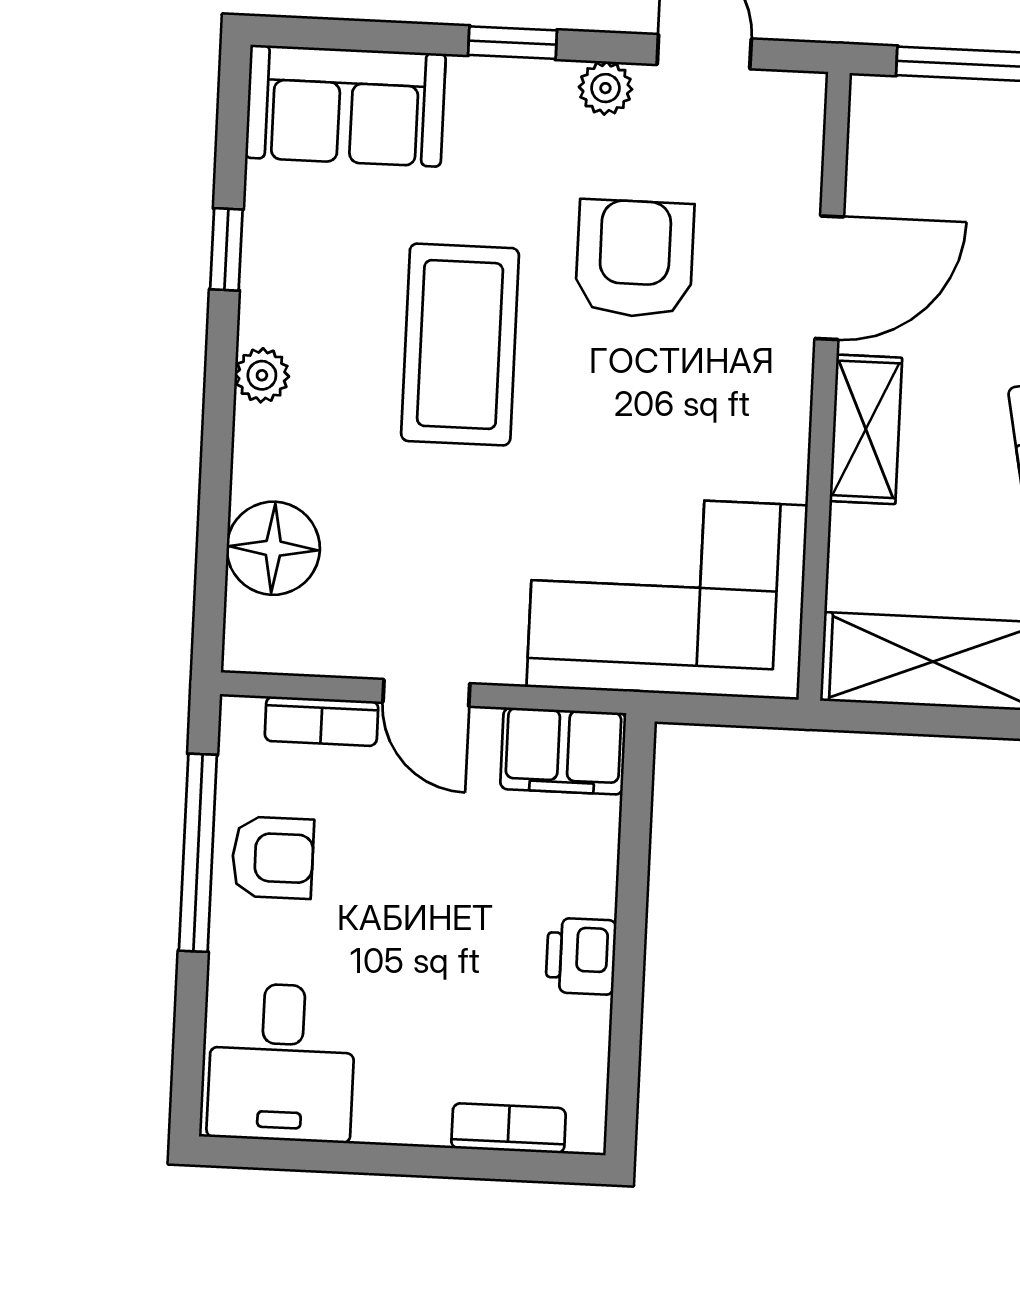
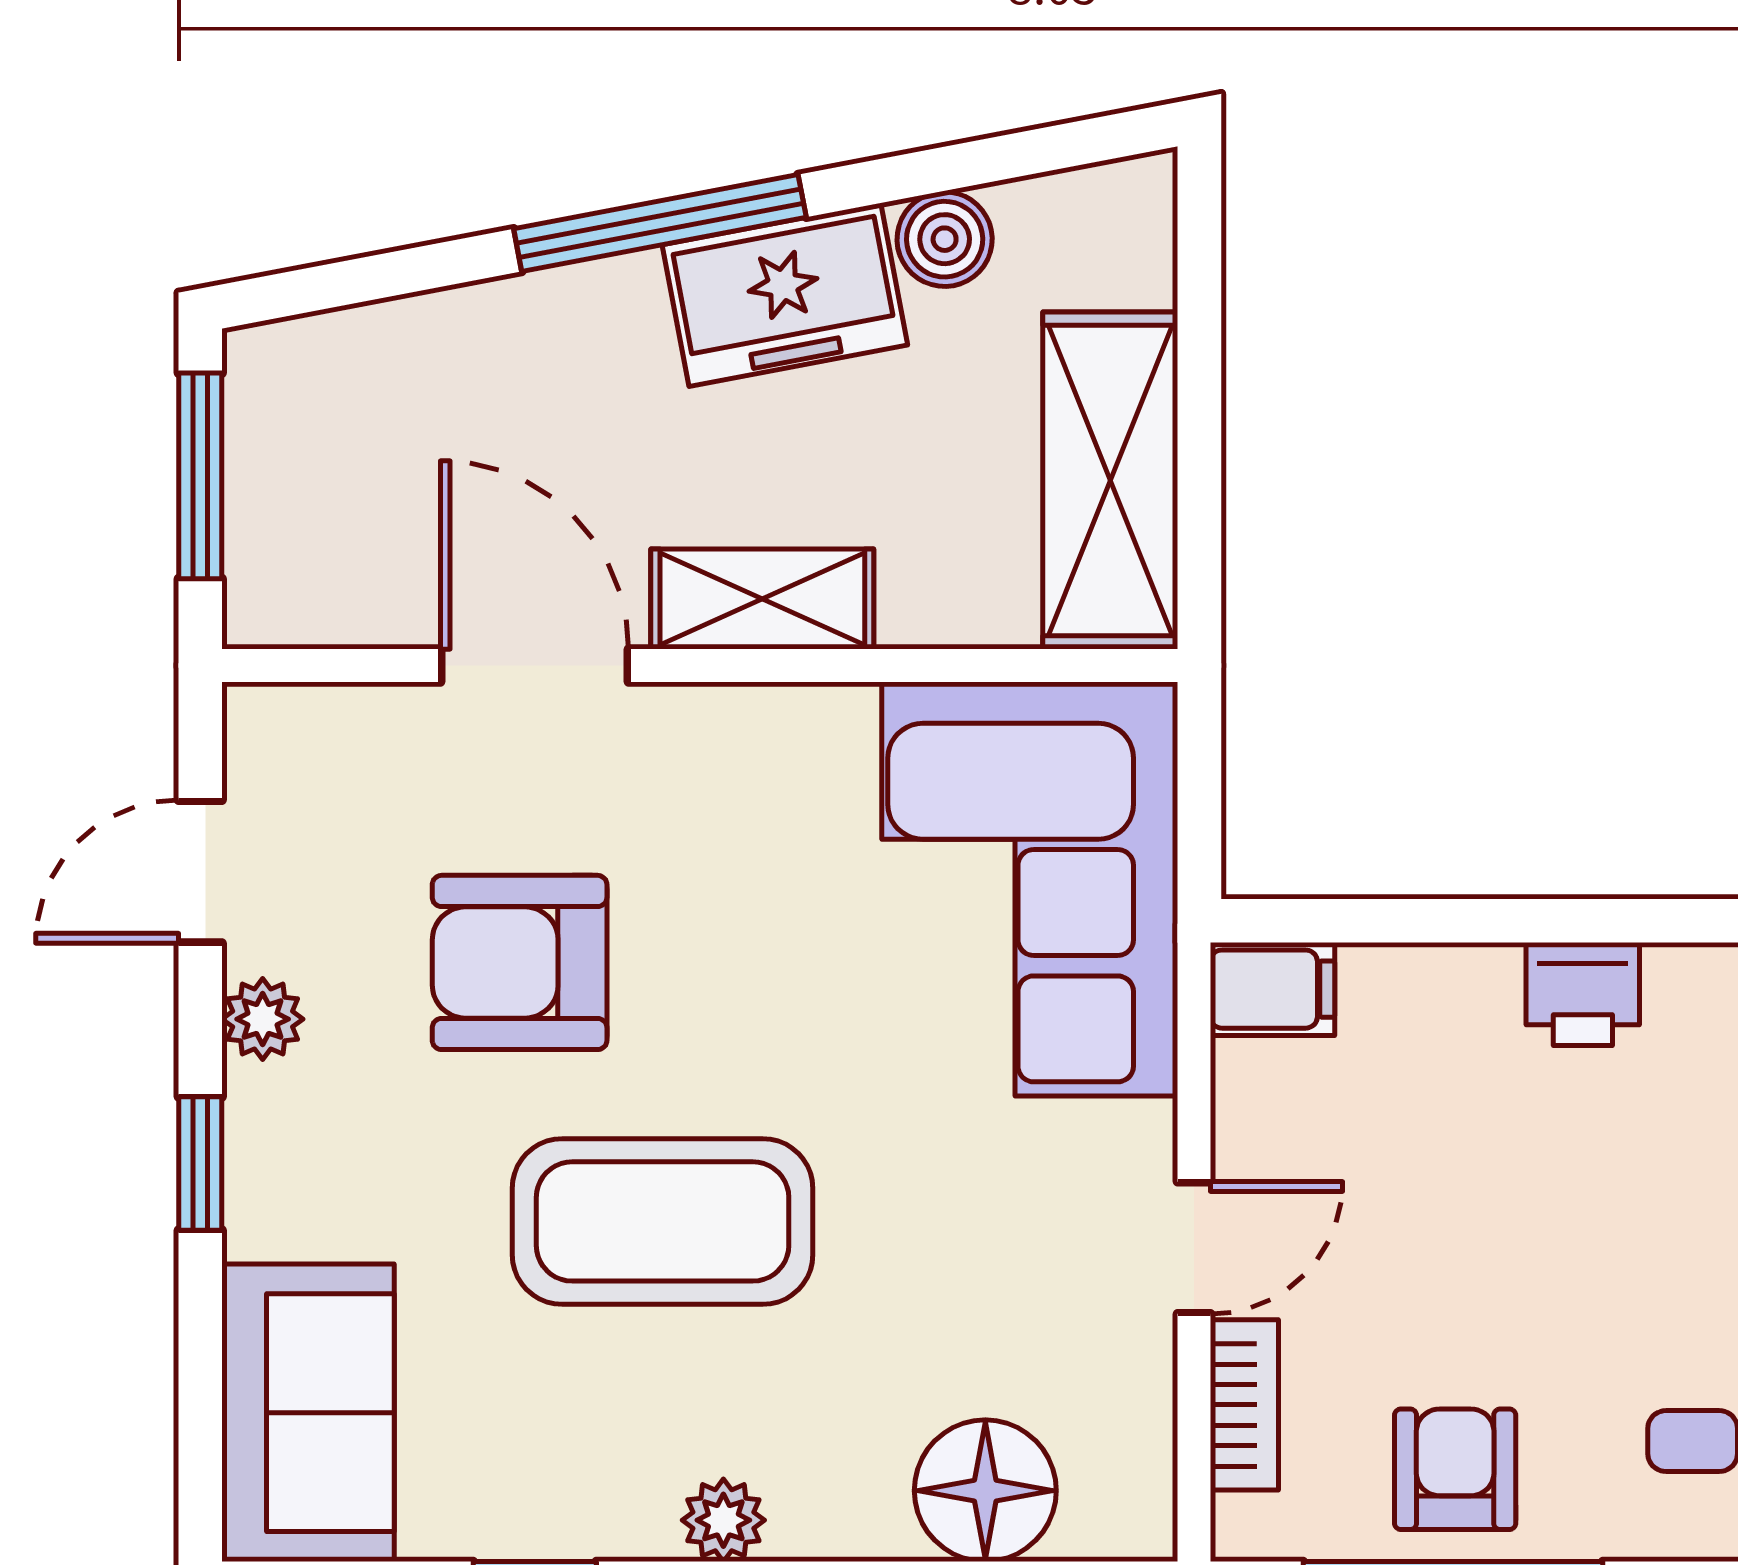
filing cabinet: (563, 751) -> (1273, 989), width x0.50

